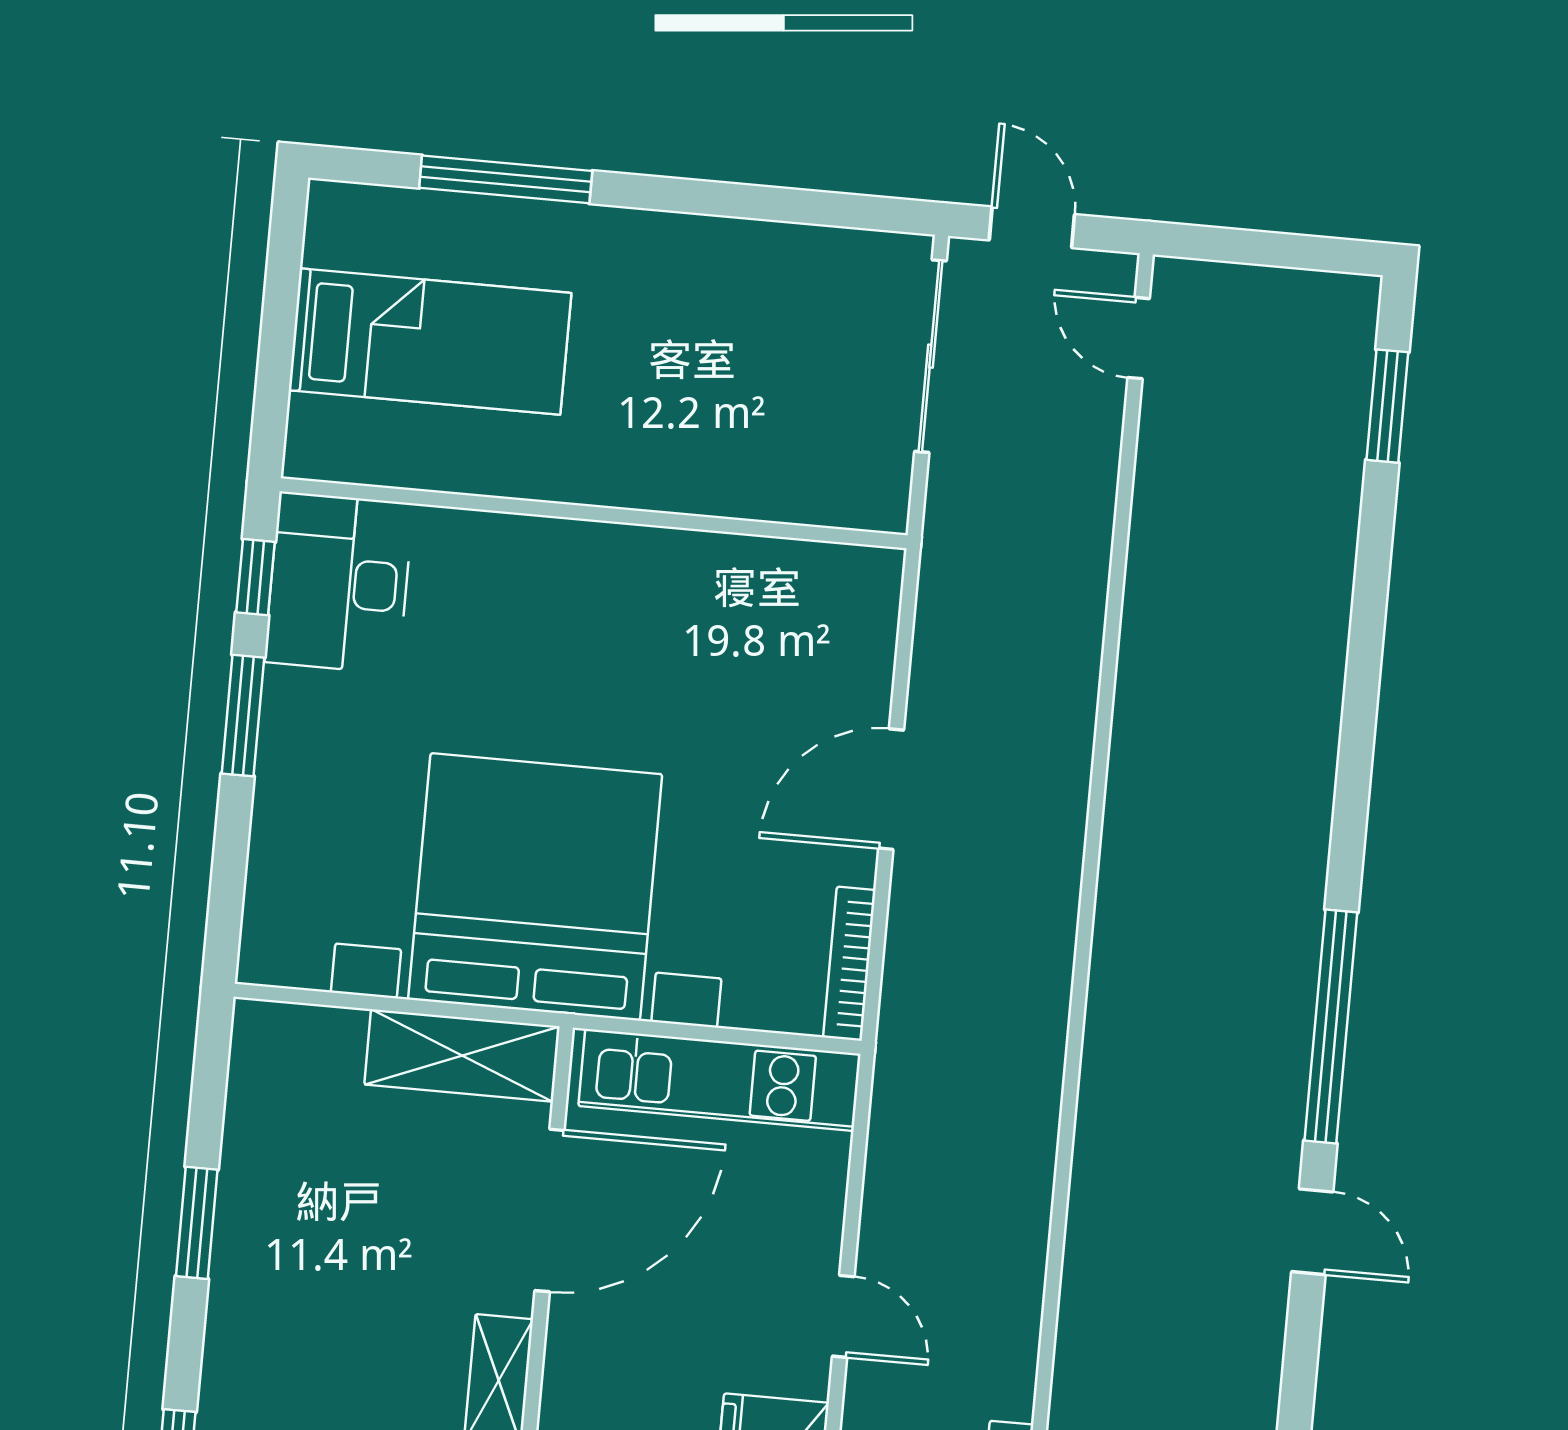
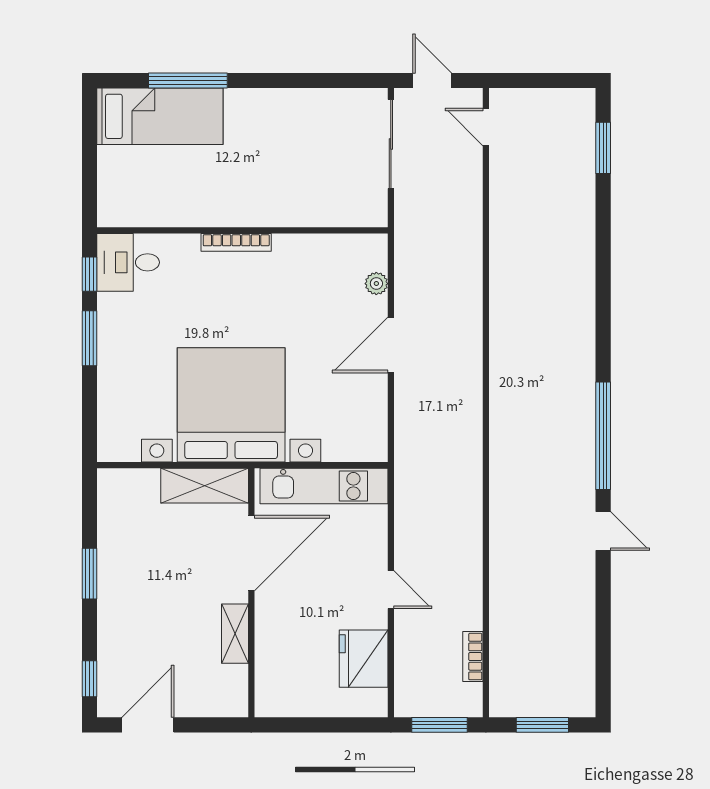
bed: (430, 341) -> (160, 116), moved
desk: (339, 583) -> (128, 262), width x0.73
plant: (872, 654) -> (376, 284), added
bookcase: (849, 964) -> (236, 242), moved, turned -90

